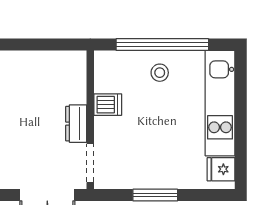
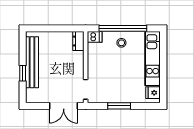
dishwasher: (108, 105) -> (95, 37), moved
dresser: (76, 124) -> (78, 41), moved

